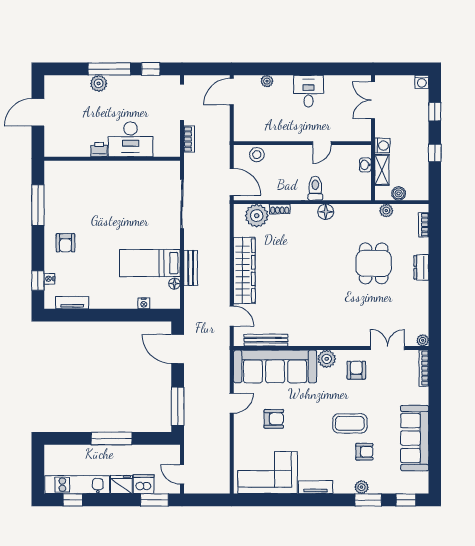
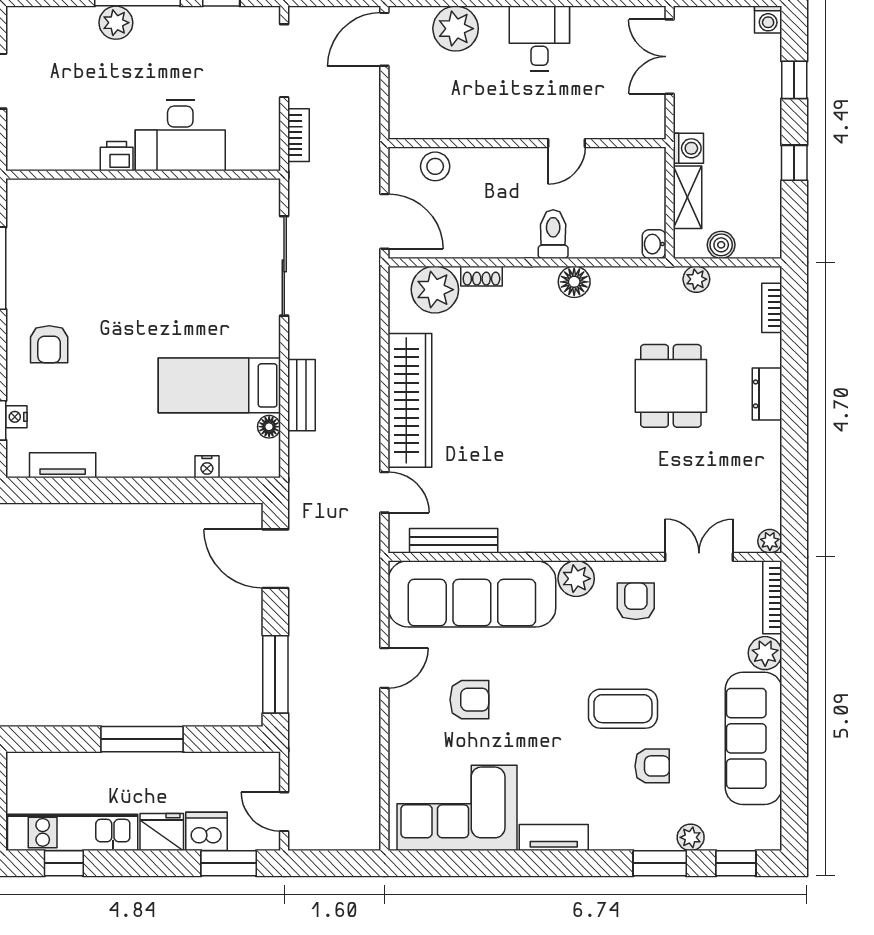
plant: (267, 81) -> (456, 29), width x1.88, depth x1.88
washbasin: (365, 165) -> (654, 244), moved
plant: (420, 396) -> (765, 653), added
plant: (361, 487) -> (691, 837), moved

